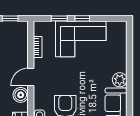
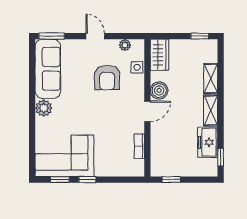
window: (59, 18) -> (60, 180), moved
corner sofa: (81, 39) -> (64, 156), moved

